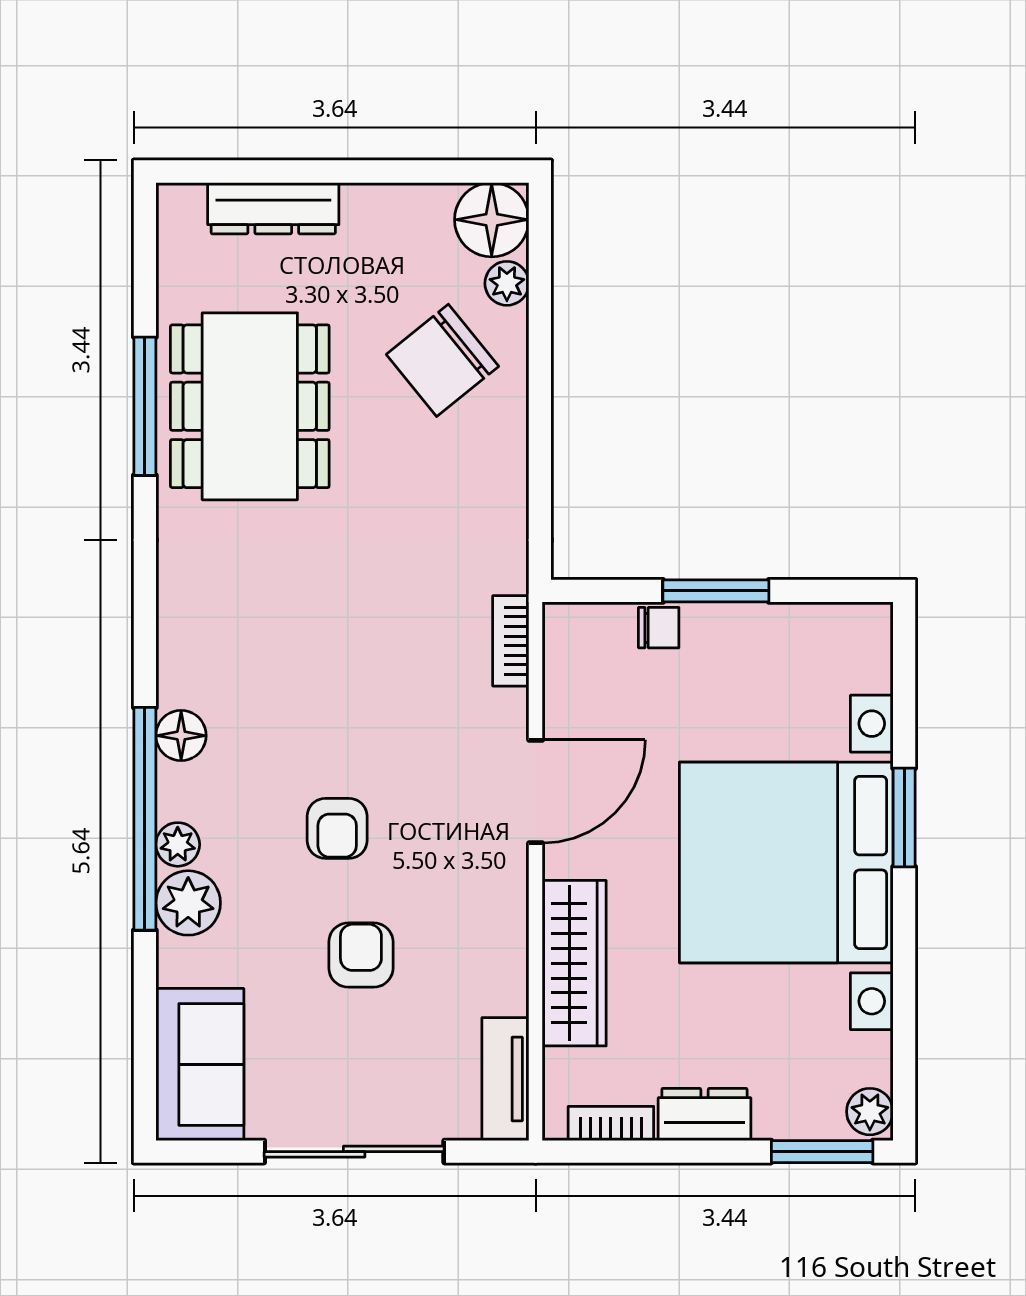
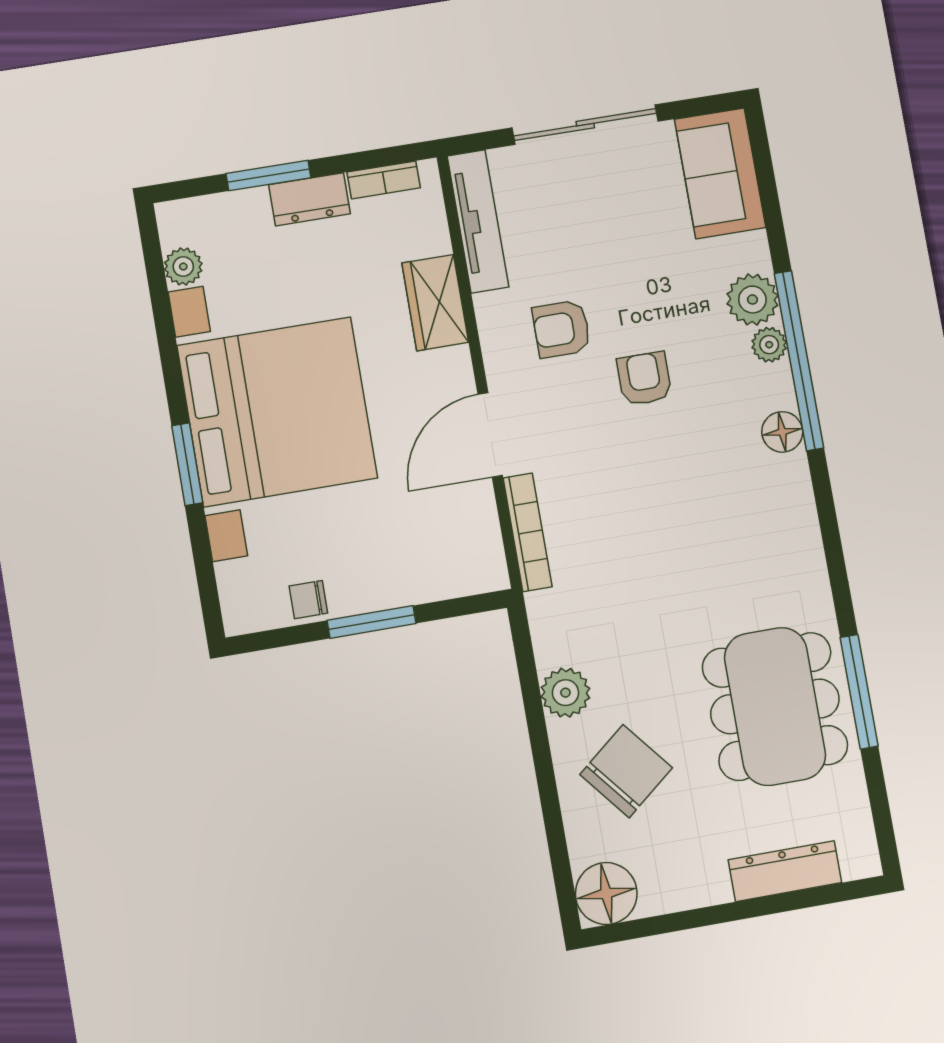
plant: (507, 283) -> (565, 693), moved, width x1.38, depth x1.38
chair: (659, 628) -> (308, 600), moved
bookcase: (511, 641) -> (528, 532), width x1.56
armchair: (361, 955) -> (562, 329), moved, turned 90
wardrobe: (574, 963) -> (435, 303), width x0.67
tv unit: (505, 1079) -> (478, 221), width x1.41
plant: (870, 1112) -> (183, 267), moved
window: (822, 1152) -> (268, 176), moved

